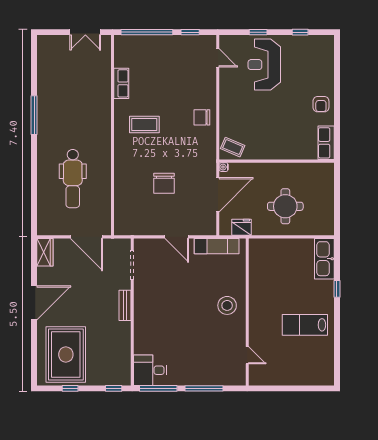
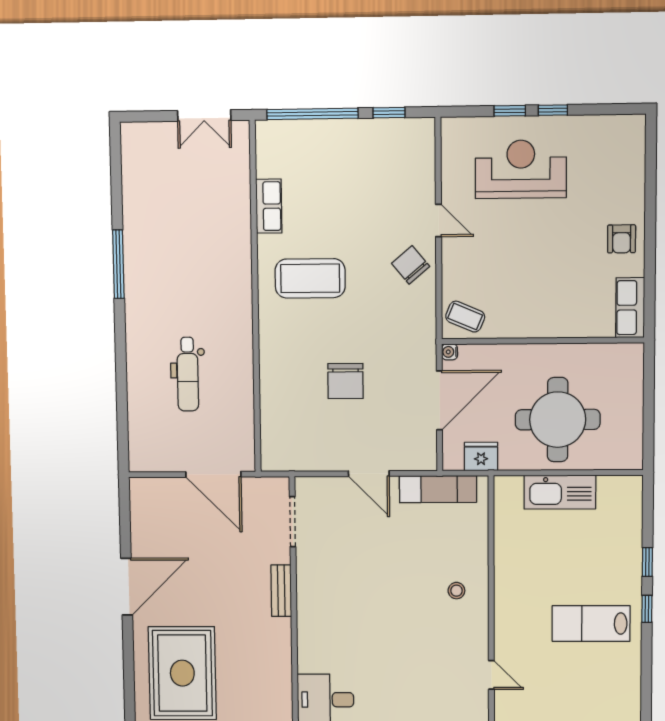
window: (300, 32) -> (553, 110), moved
door: (218, 58) -> (439, 221), moved
reception desk: (264, 65) -> (521, 169), turned 90
chair: (202, 117) -> (411, 265), turned 50
coffee table: (144, 124) -> (310, 278), width x1.36, depth x1.32
dental chair: (73, 179) -> (188, 374), width x0.73, depth x0.72
round table: (285, 206) -> (558, 420), width x1.36, depth x1.36
wardrobe: (45, 252) -> (143, 501), removed
kitchen sink: (324, 259) -> (560, 492), moved, turned -90
stool: (227, 305) -> (456, 591), width x0.53, depth x0.53
window: (337, 316) -> (647, 609), added

